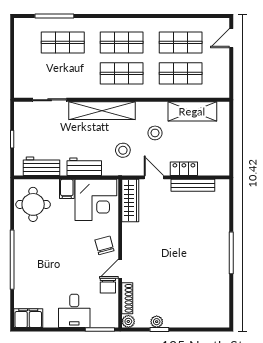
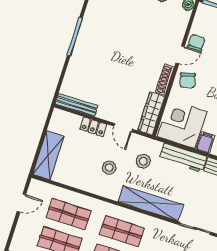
door: (231, 38) -> (21, 203), moved
shelving: (192, 111) -> (48, 155), moved, turned 90
workbench: (84, 167) -> (183, 158), width x1.38
bench: (193, 185) -> (77, 105), moved
shoe rack: (127, 298) -> (165, 80), moved

